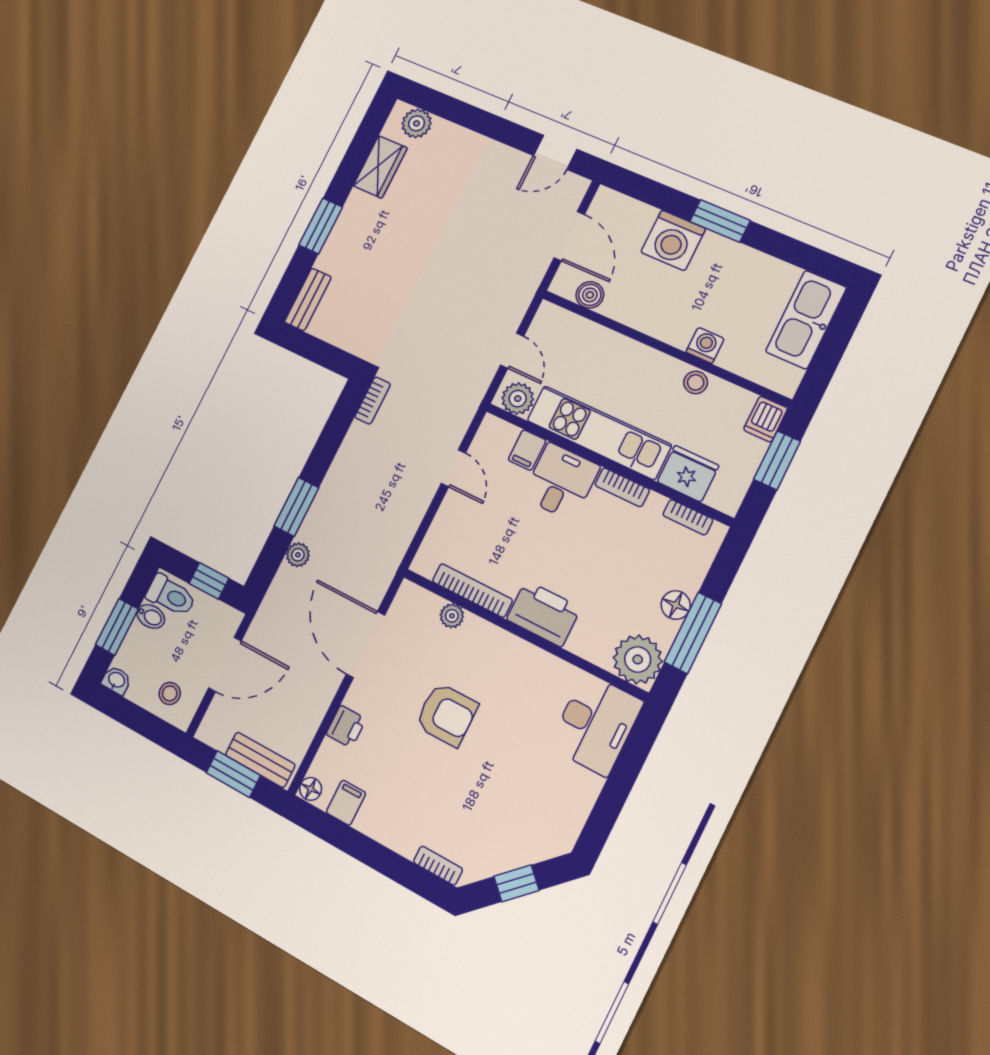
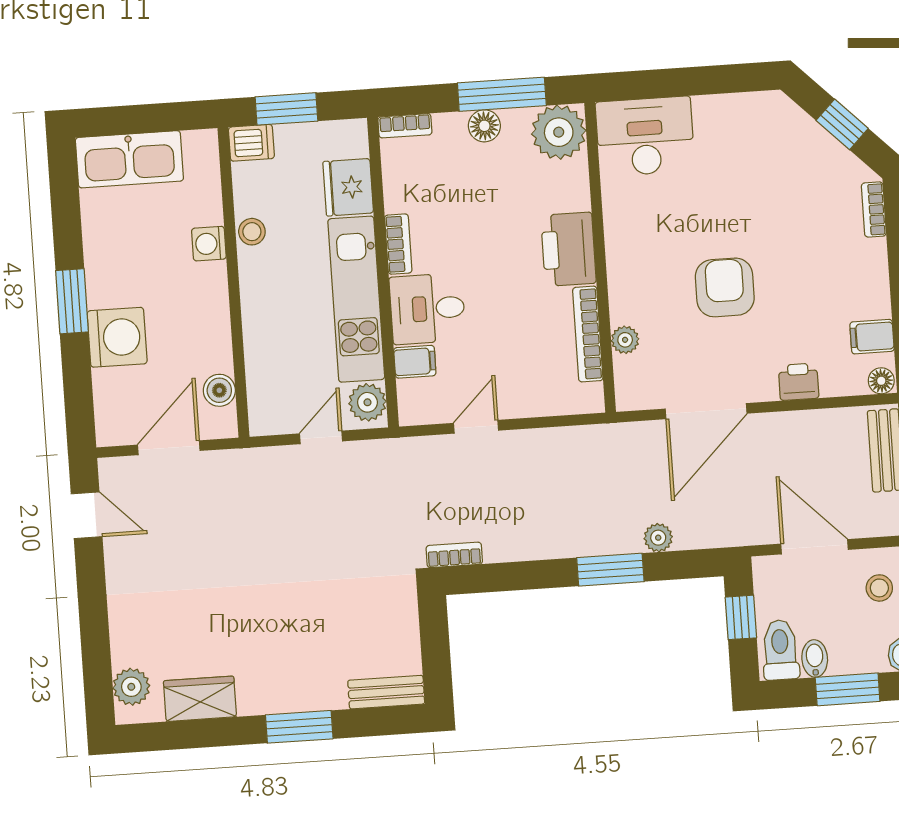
bookcase: (688, 517) -> (405, 126), moved, turned 90

